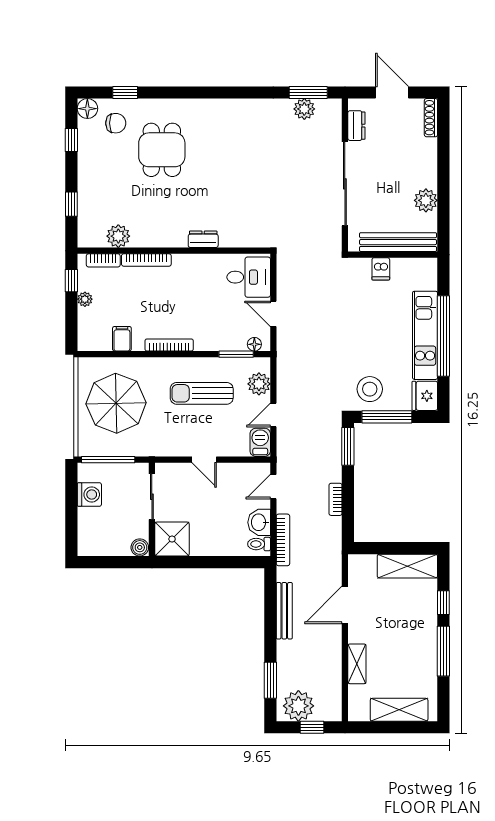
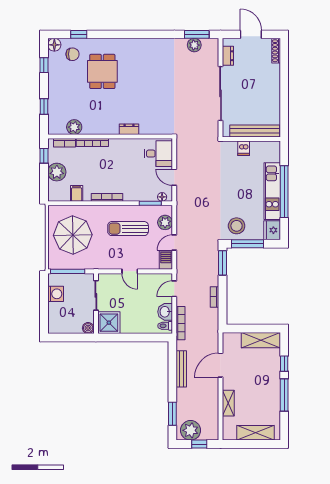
plant: (426, 200) -> (273, 104), removed
plant: (85, 299) -> (57, 172), width x1.87, depth x1.87

